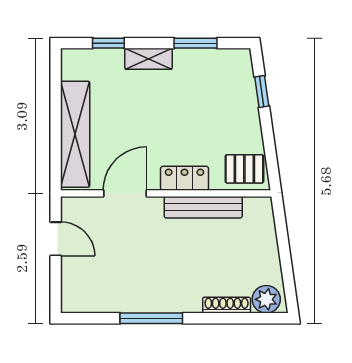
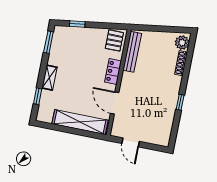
window: (196, 43) -> (48, 42), moved
bench: (203, 207) -> (132, 52), moved
door: (56, 239) -> (131, 142), swing flipped
window: (151, 318) -> (180, 102), width x0.46

